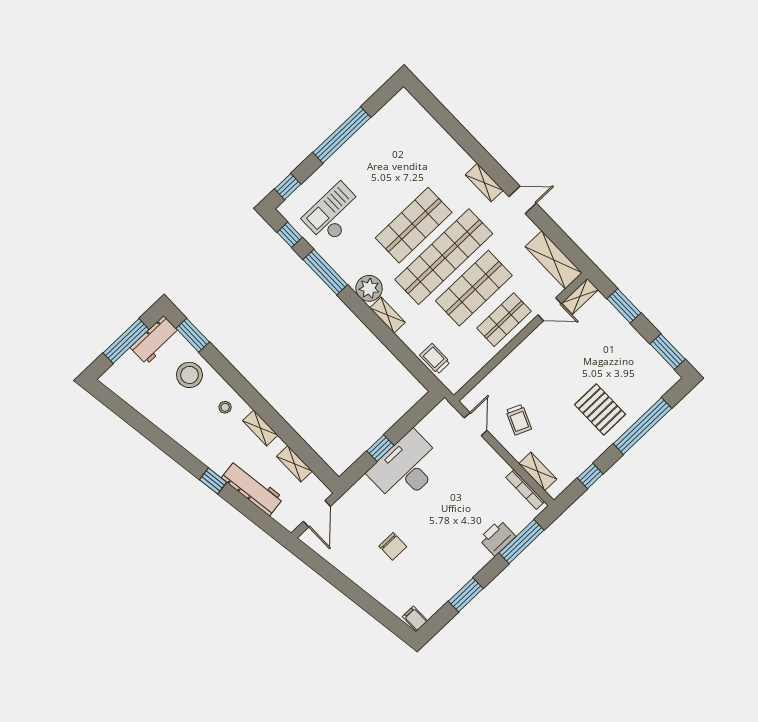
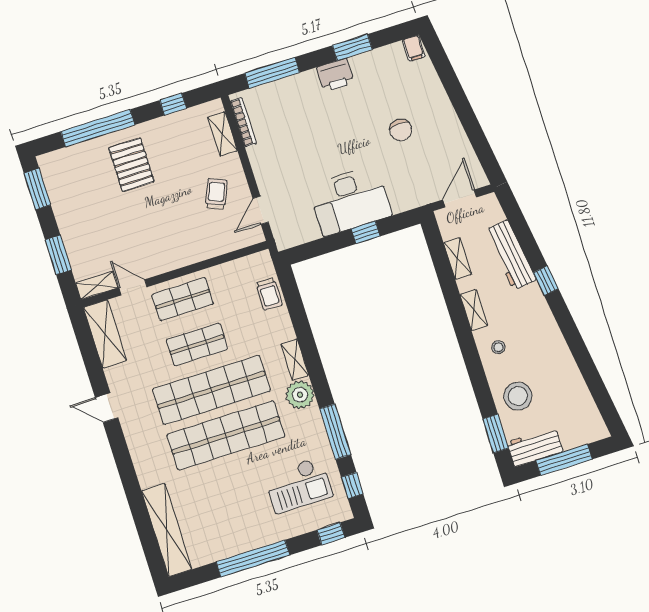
shelving: (484, 183) -> (167, 530), moved, width x2.20, depth x1.33
shop shelf: (414, 225) -> (226, 435), width x1.40
shop shelf: (474, 288) -> (197, 345), width x0.70, depth x0.74
printer: (497, 538) -> (335, 75), moved
chair: (393, 546) -> (401, 130), turned 180

